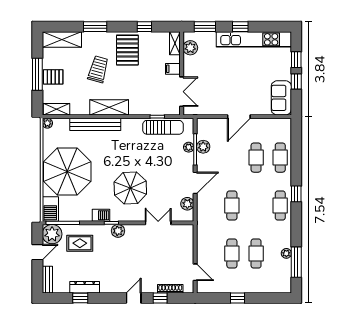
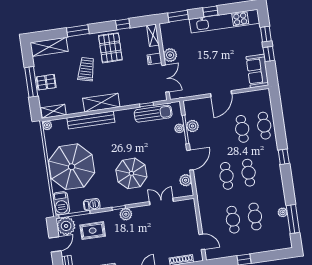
plant: (190, 48) -> (170, 55), moved
cafe table: (280, 206) -> (249, 173), moved
barbecue: (101, 215) -> (92, 205), moved

